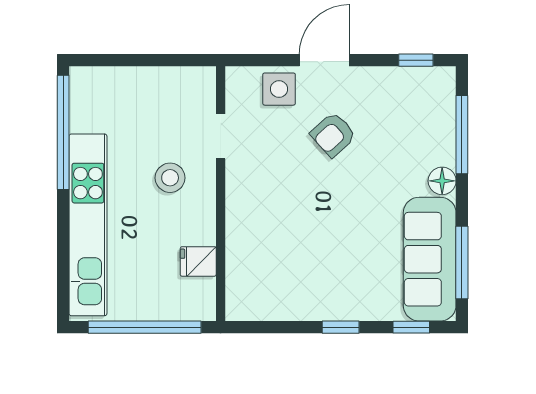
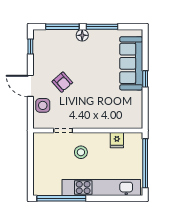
sofa: (430, 259) -> (131, 63), moved, turned 90
window: (462, 262) -> (102, 27), moved
window: (411, 327) -> (145, 48), removed

